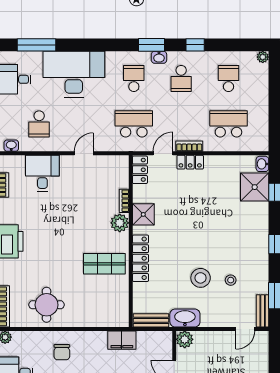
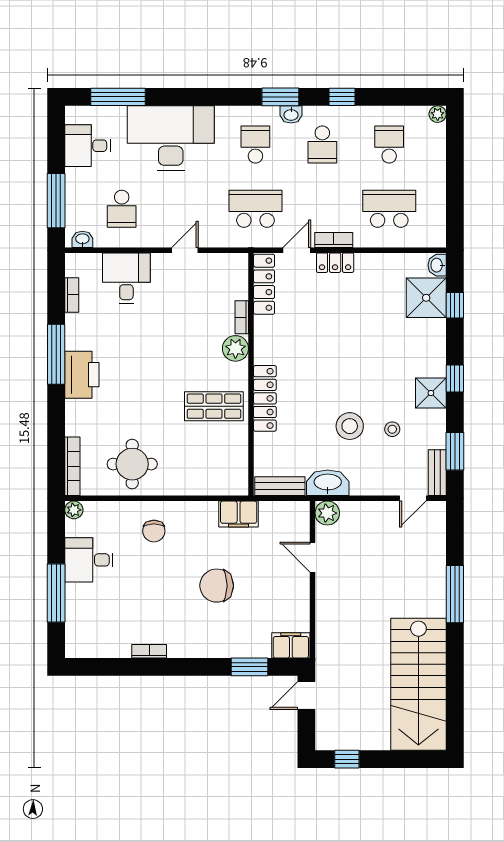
locker: (140, 170) -> (264, 284), width x1.53
shower: (143, 214) -> (431, 393), moved

